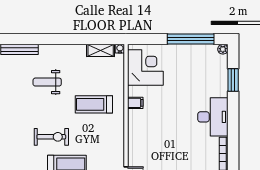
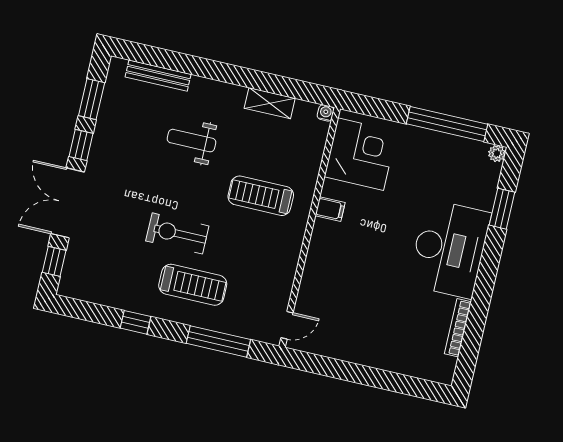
shelving: (101, 50) -> (270, 103), moved
desk: (213, 117) -> (449, 249), width x1.36, depth x1.30
exercise bike: (51, 137) -> (177, 233), turned 180

